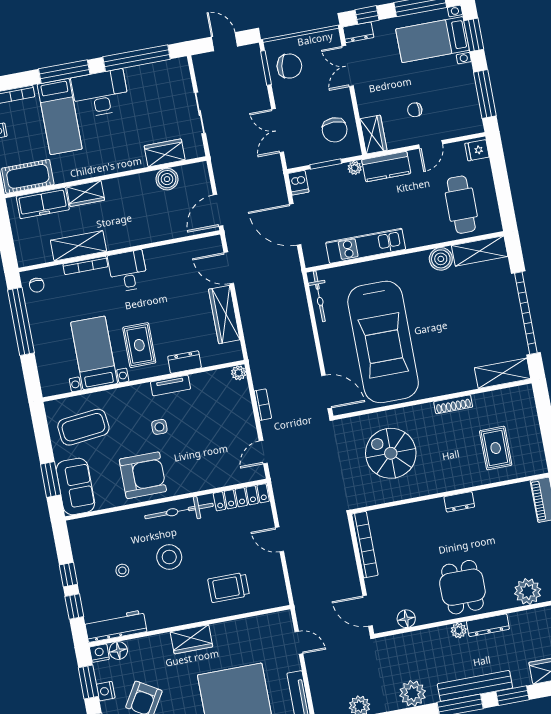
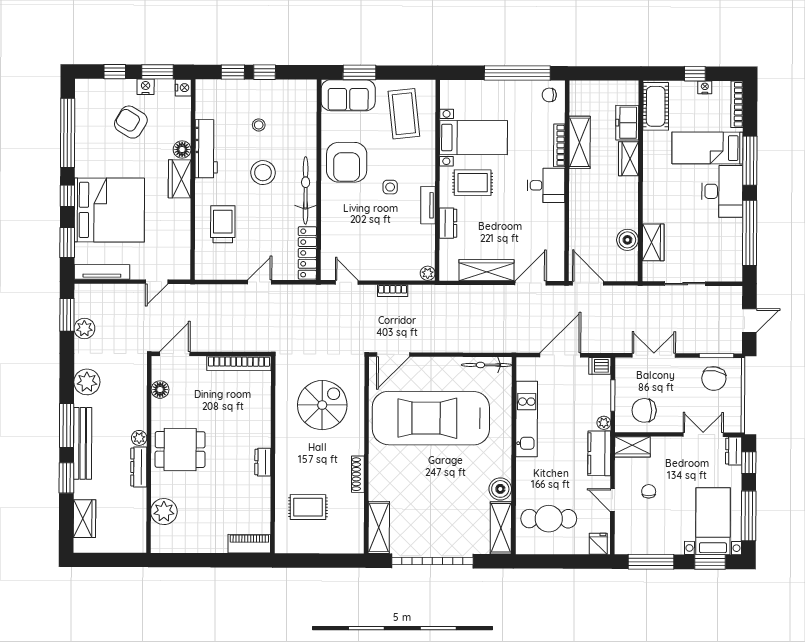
freezer: (43, 203) -> (627, 123), width x0.71
workbench: (116, 626) -> (206, 149), moved
floor lamp: (118, 651) -> (182, 150), moved

